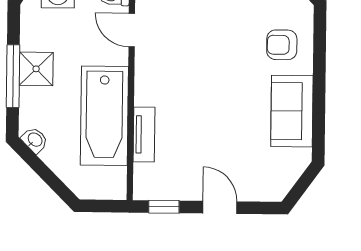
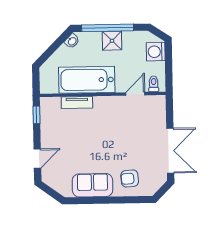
armchair: (282, 45) -> (130, 178), turned -94
window: (13, 76) -> (108, 28), width x1.46
door: (220, 207) -> (37, 158), moved

